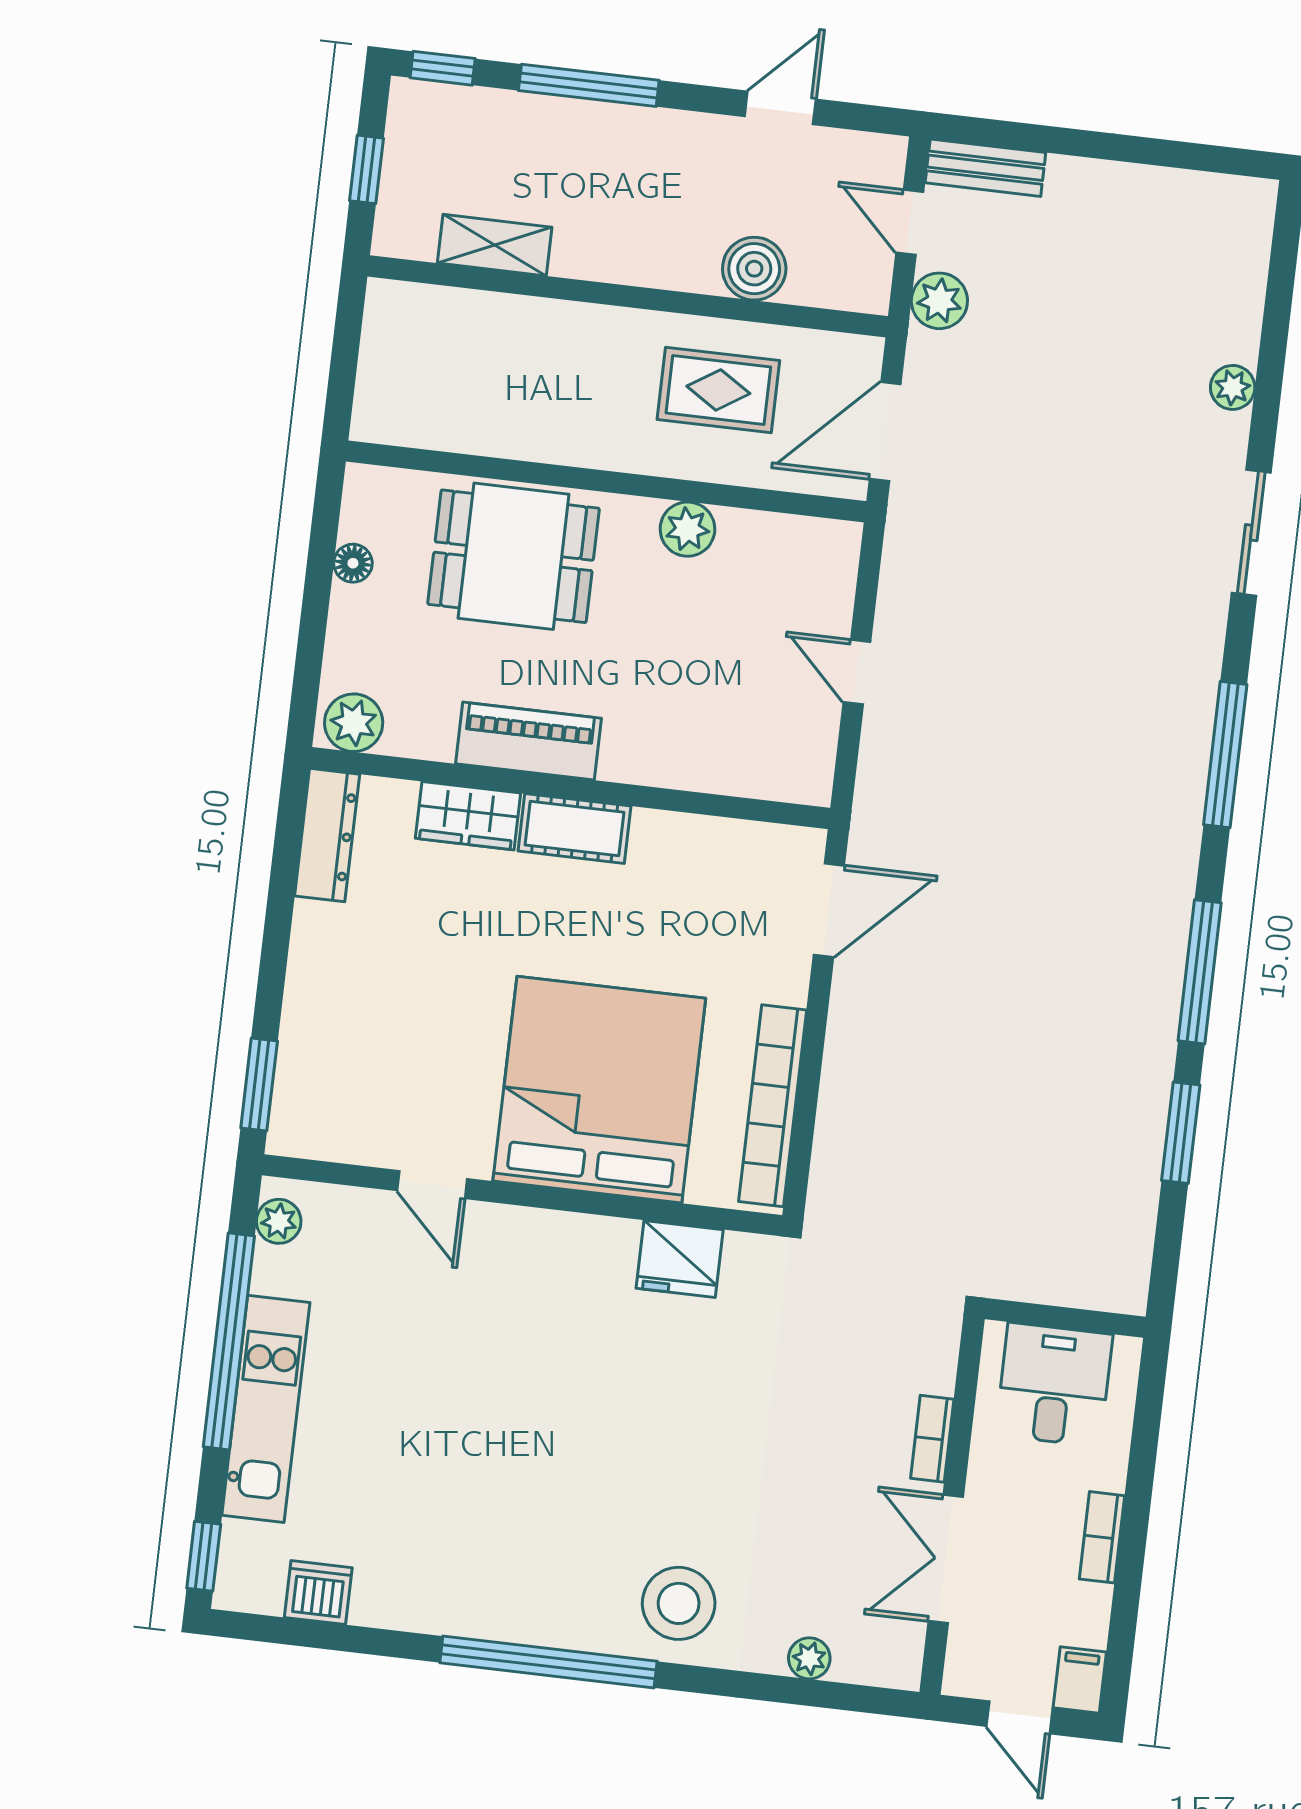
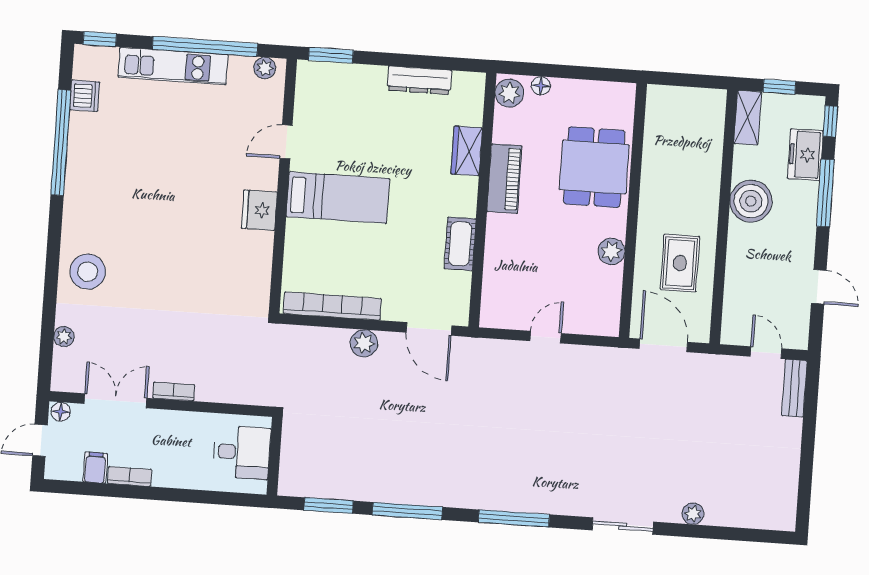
freezer: (508, 123) -> (805, 155), added
door: (910, 222) -> (766, 353), hinge flipped
shelving: (495, 245) -> (748, 118), moved
boiler: (754, 269) -> (751, 201), moved, width x1.37, depth x1.37
plant: (939, 301) -> (364, 343), moved
floor lamp: (353, 563) -> (541, 86), moved
cot: (574, 829) -> (460, 244), moved
dresser: (327, 835) -> (419, 80), moved
bed: (599, 1090) -> (338, 198), width x0.49
fridge: (680, 1259) -> (259, 210), moved
wall: (1065, 1318) -> (275, 456), moved
desk: (1054, 1385) -> (242, 452), moved
window: (548, 1662) -> (61, 143), moved
floor lamp: (963, 1672) -> (61, 412), added
filing cabinet: (1080, 1680) -> (95, 468), moved, turned -90

